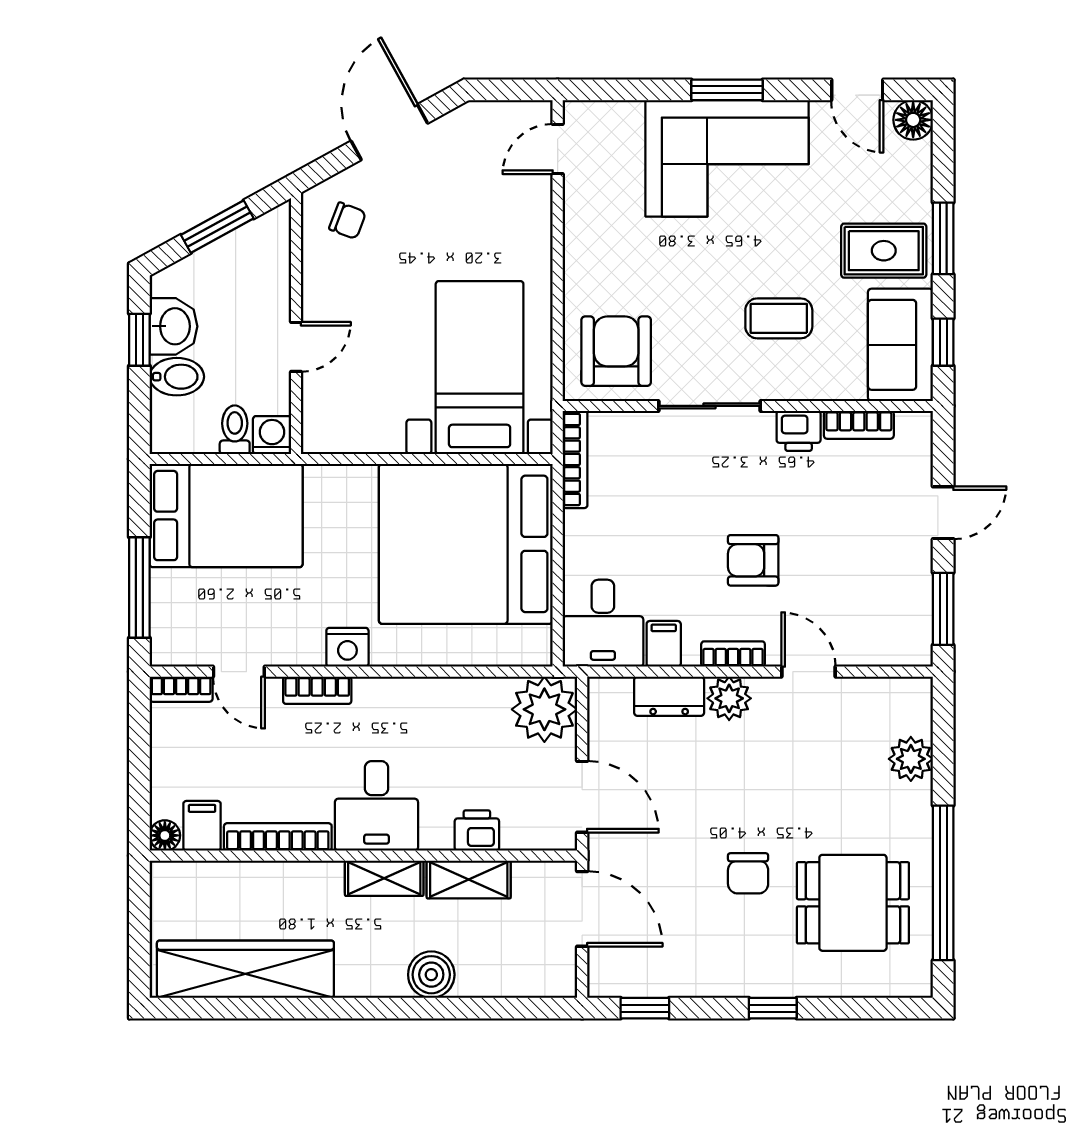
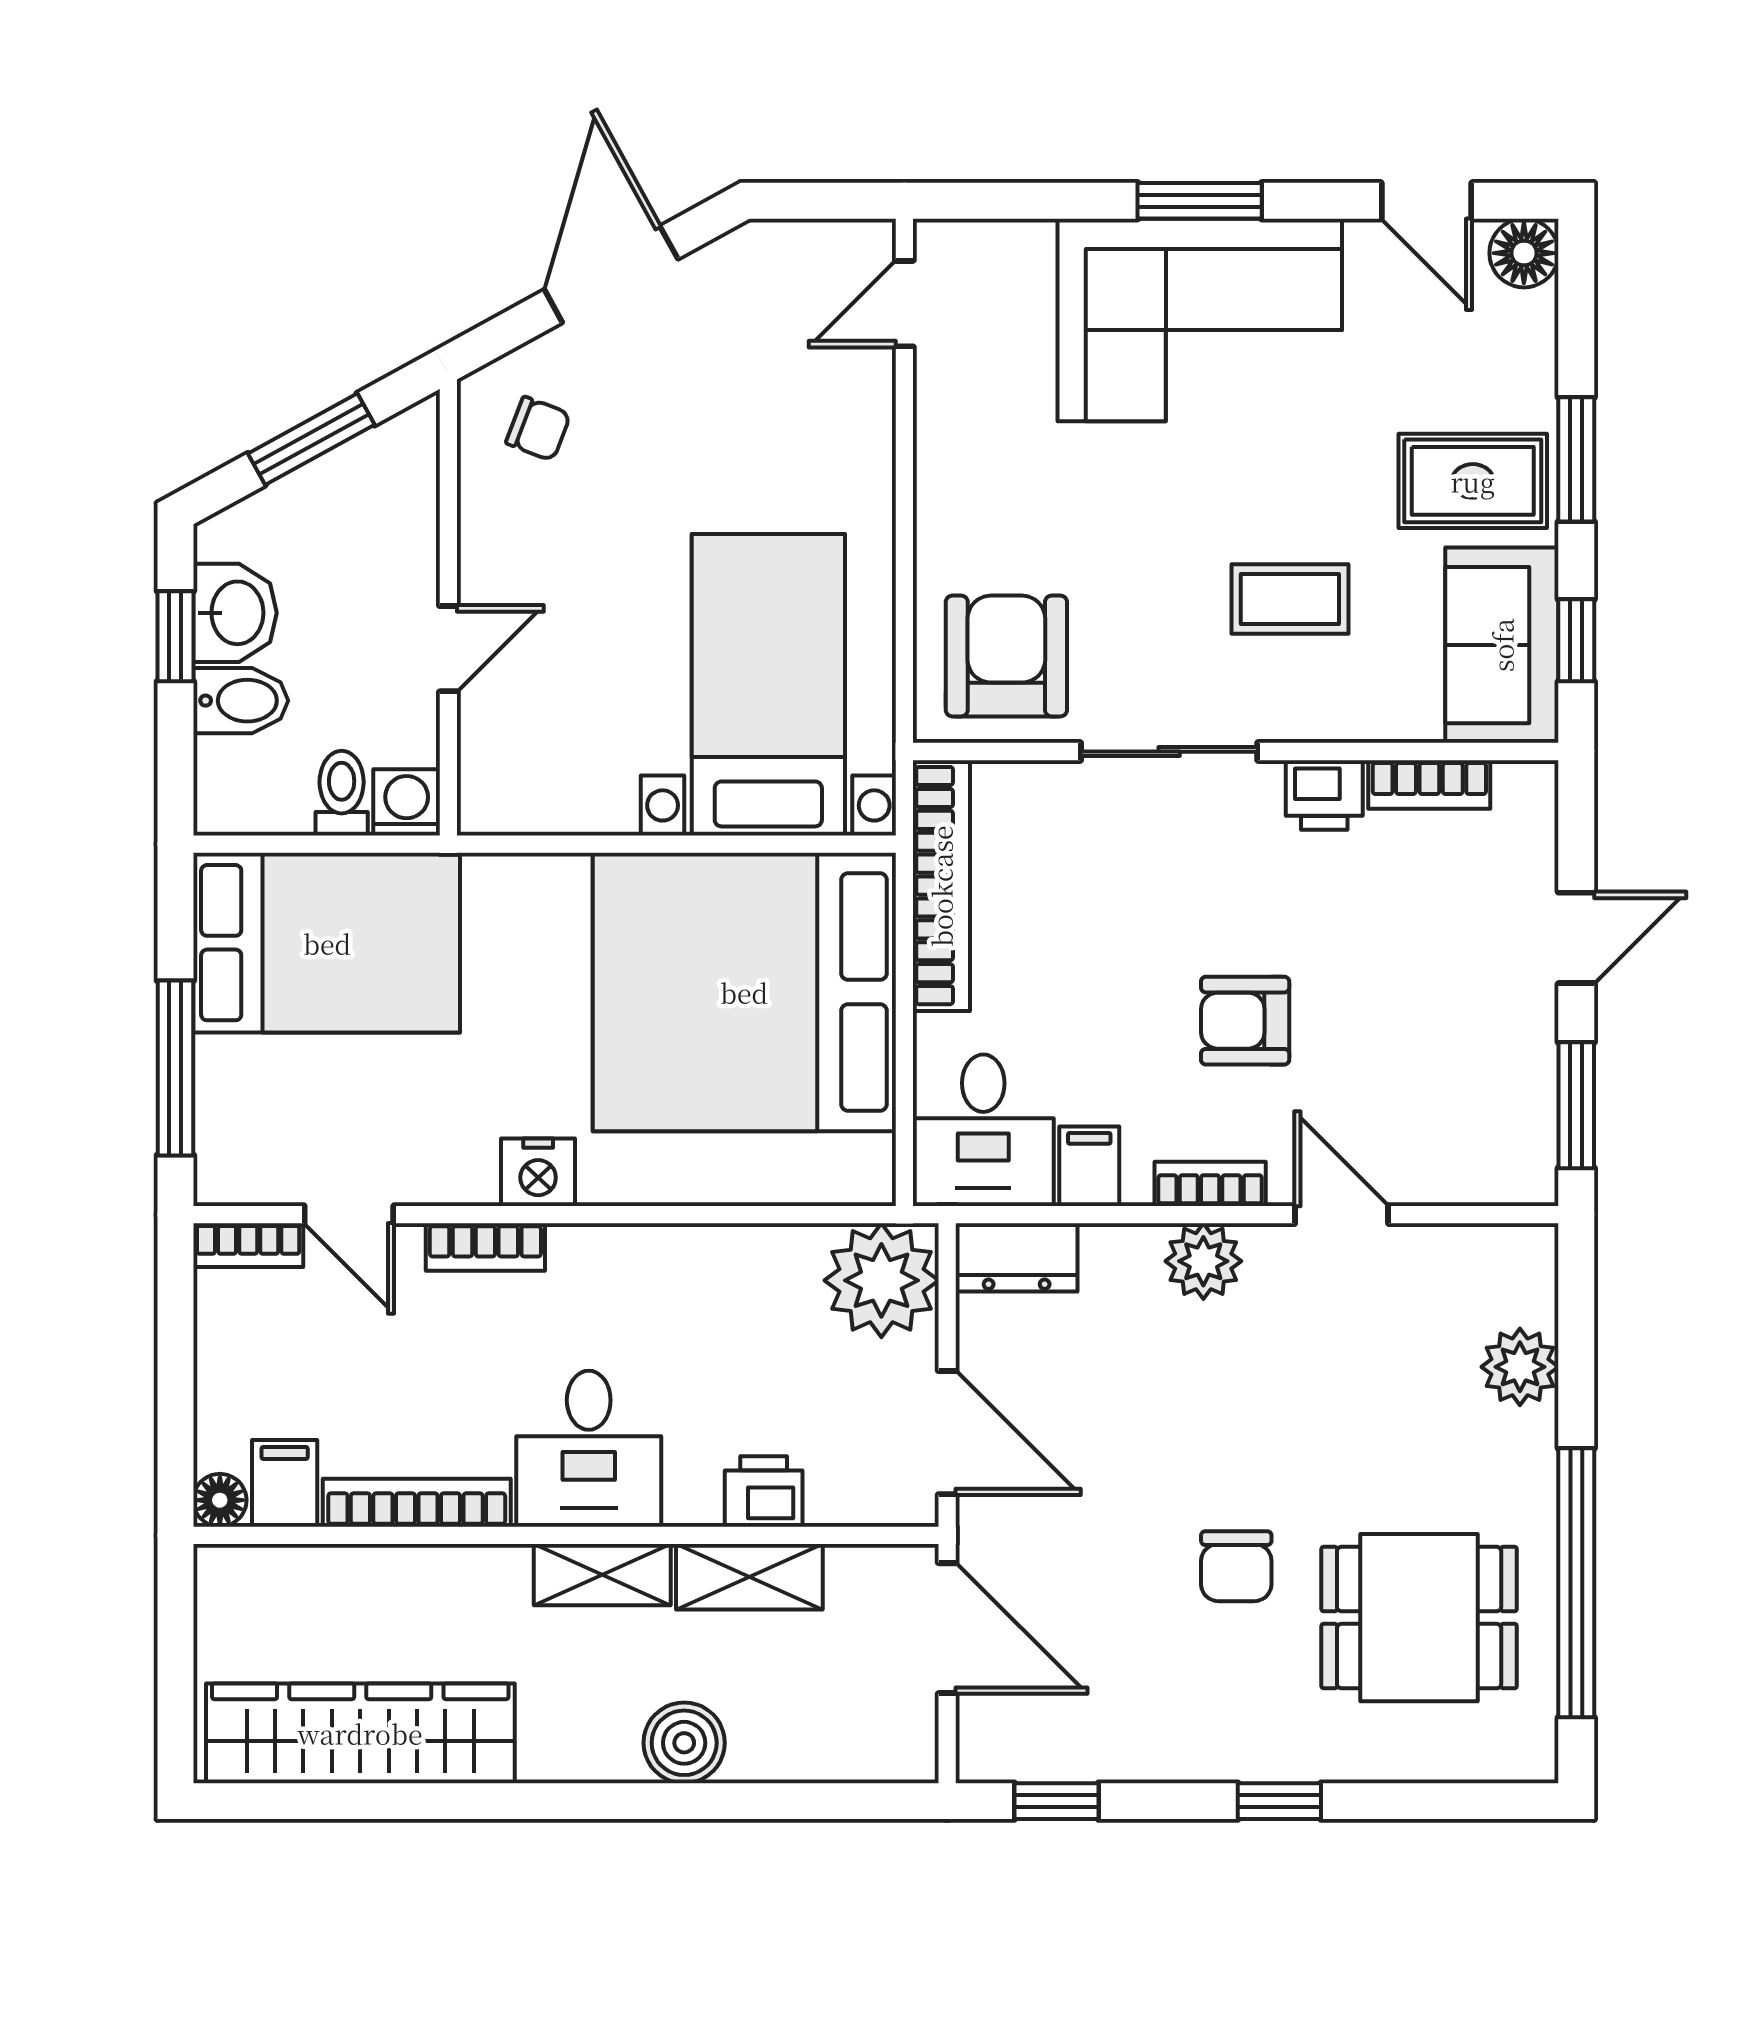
bookcase: (575, 459) -> (941, 886), width x1.48, depth x1.31
dresser: (669, 696) -> (1017, 1257), moved

